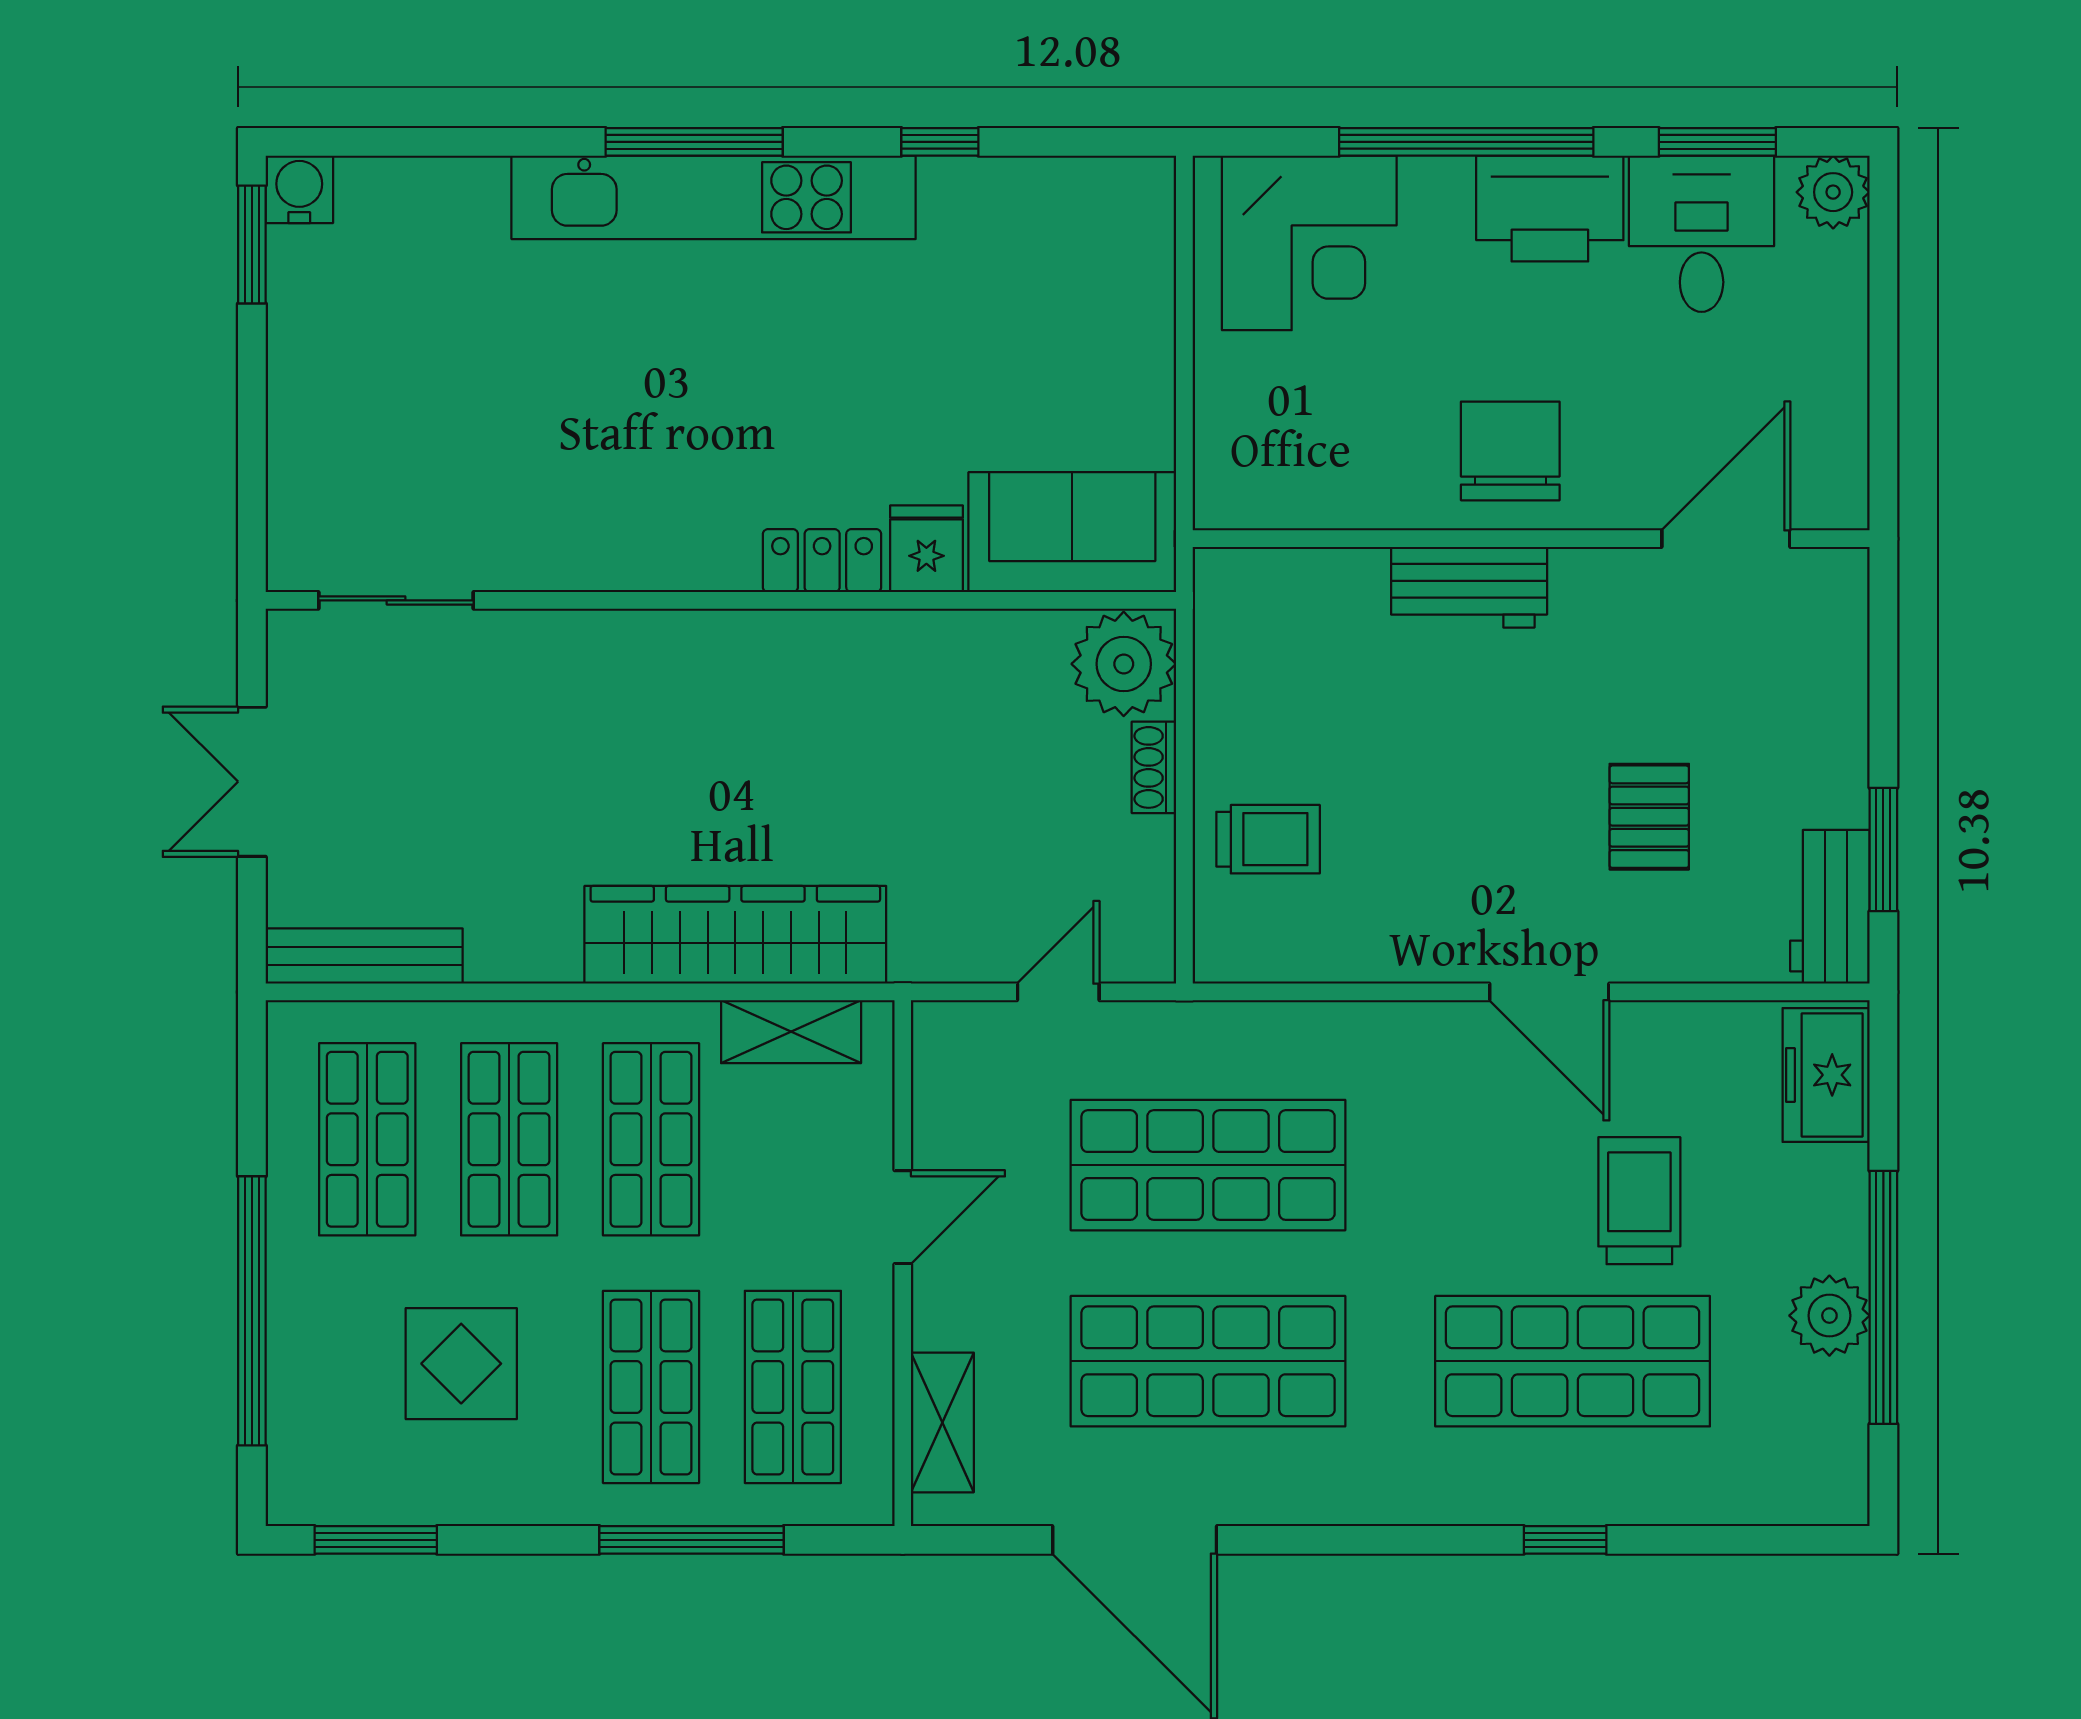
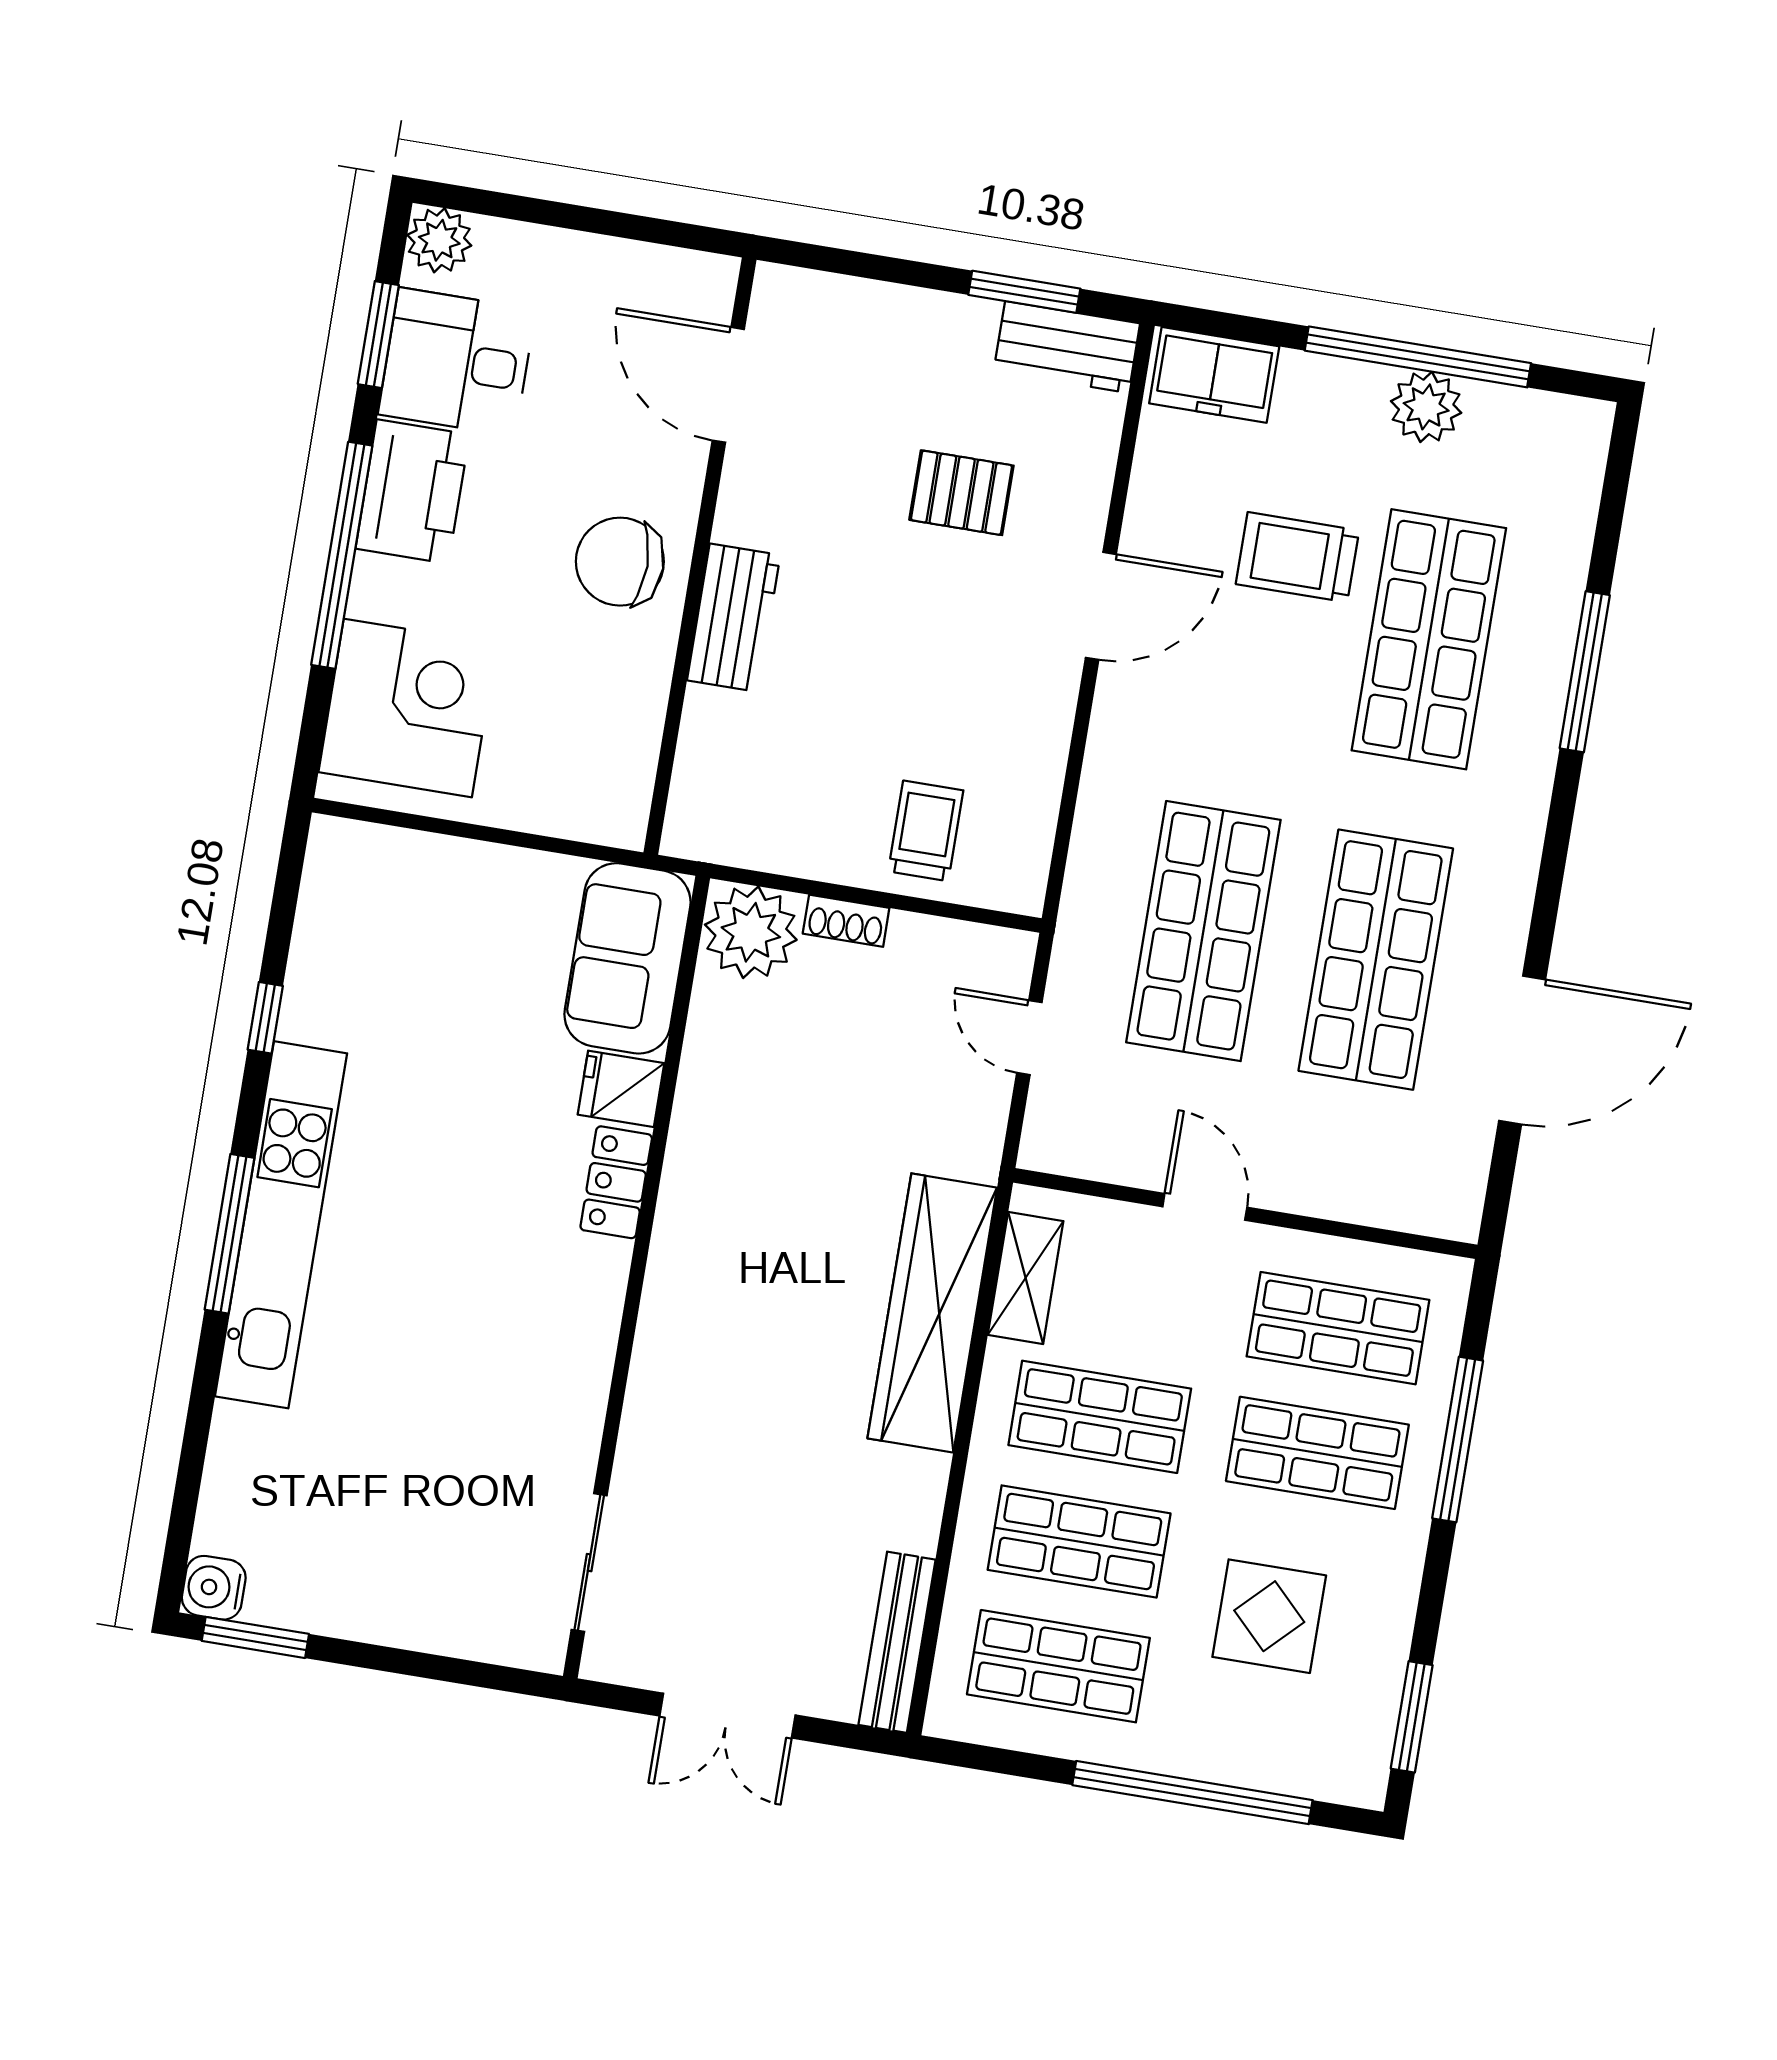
shelving: (942, 1422) -> (1391, 1202), removed
window: (1565, 1540) -> (1585, 672), width x2.17

